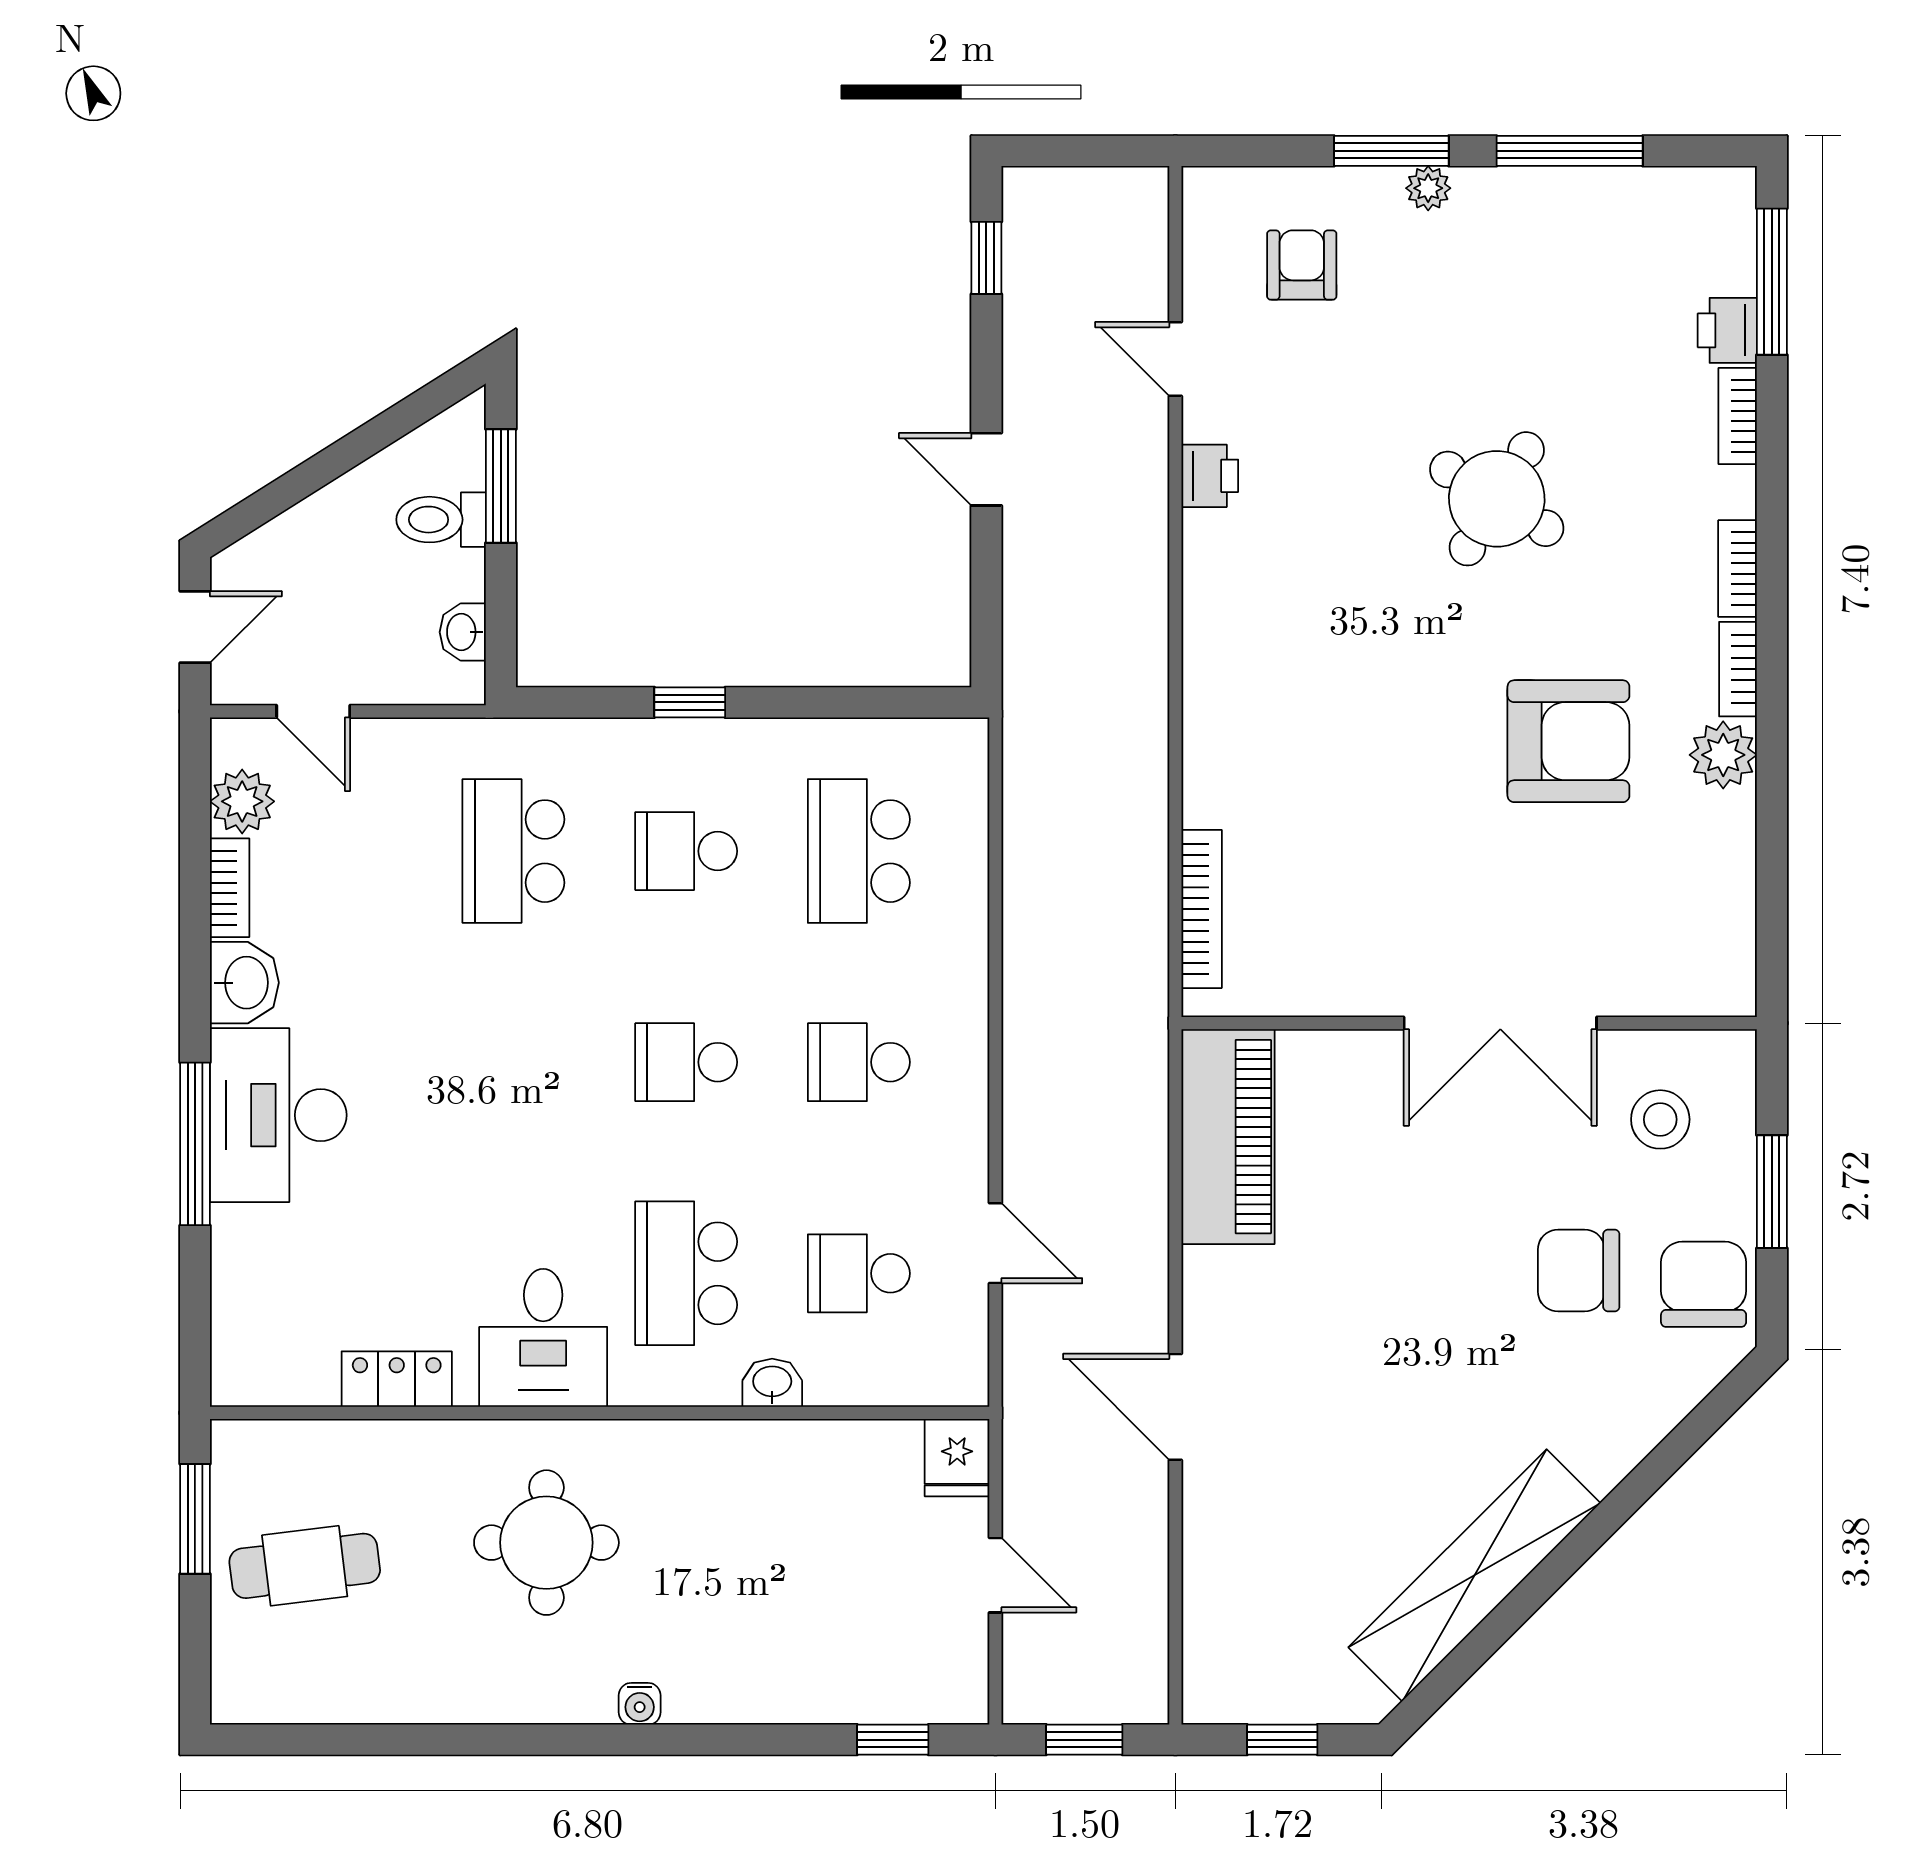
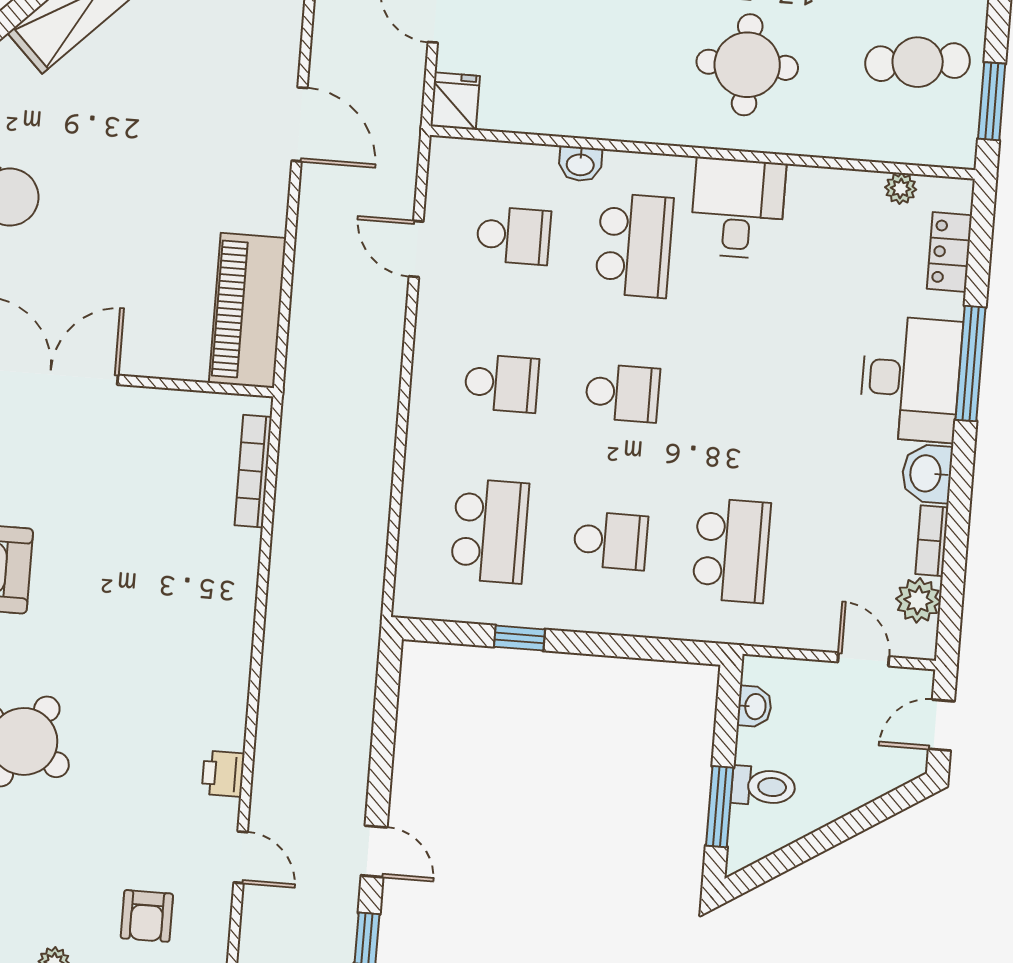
door: (986, 469) -> (374, 851), moved
window: (690, 702) -> (519, 638), moved
locker: (397, 1379) -> (949, 252), moved, turned 90
plant: (314, 1384) -> (901, 188), added

